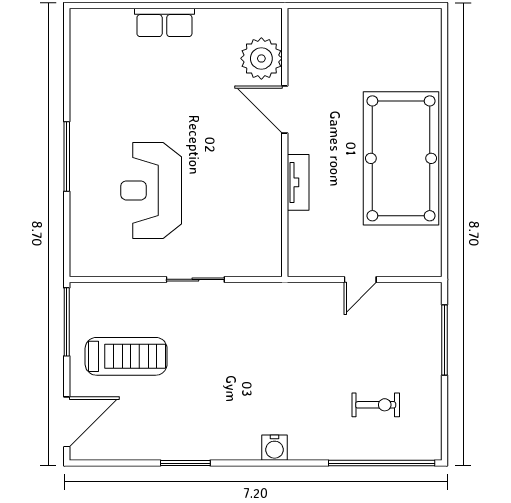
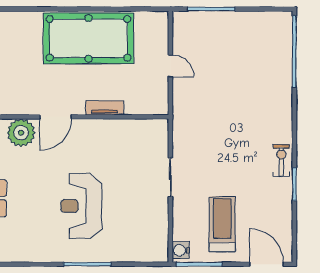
reception desk: (151, 190) -> (81, 206), moved, turned 90
exercise bike: (376, 405) -> (281, 160), moved
water cooler: (275, 448) -> (181, 250), moved, turned 180

